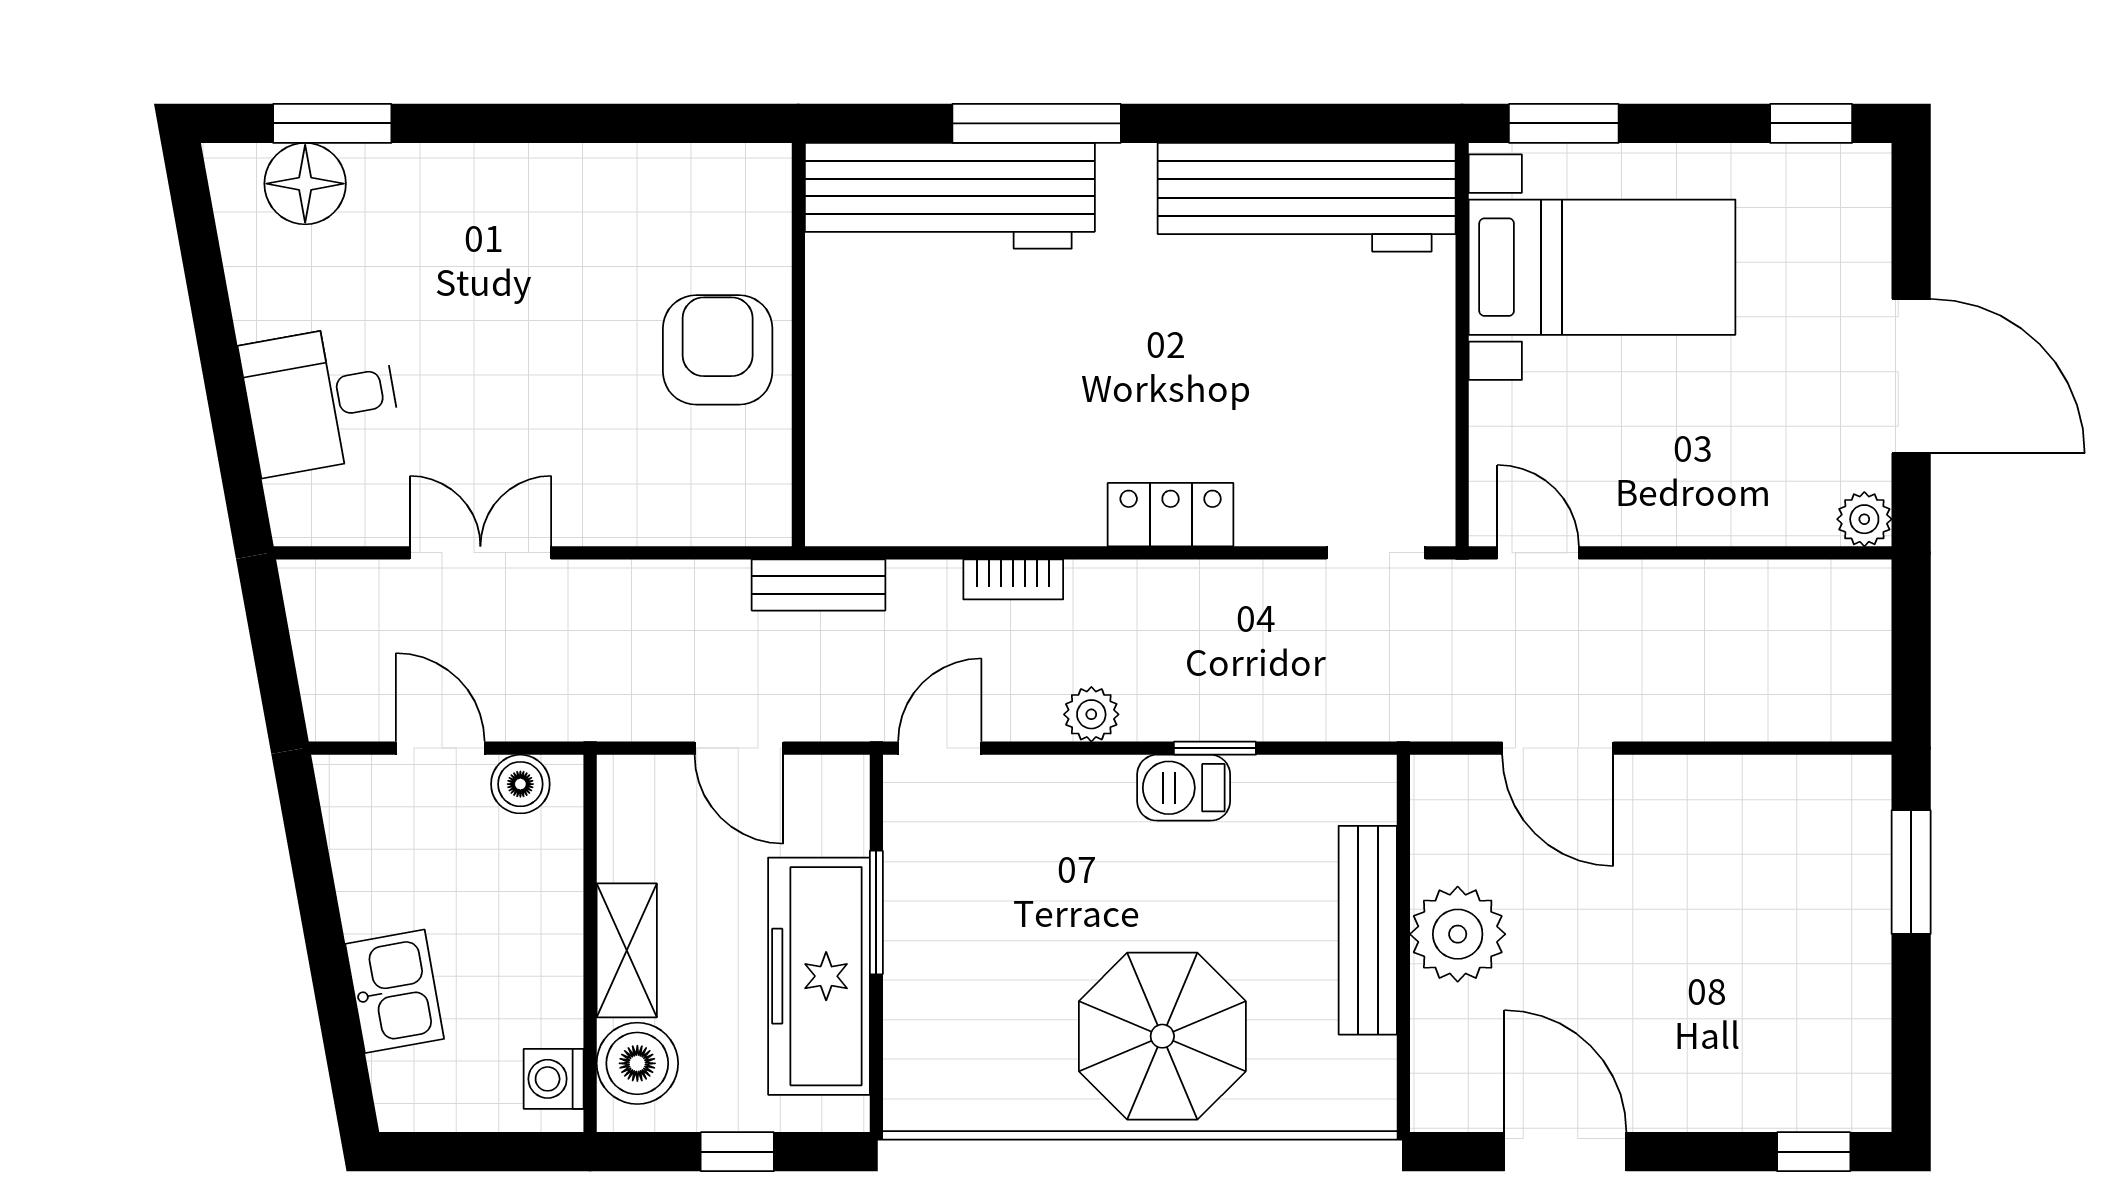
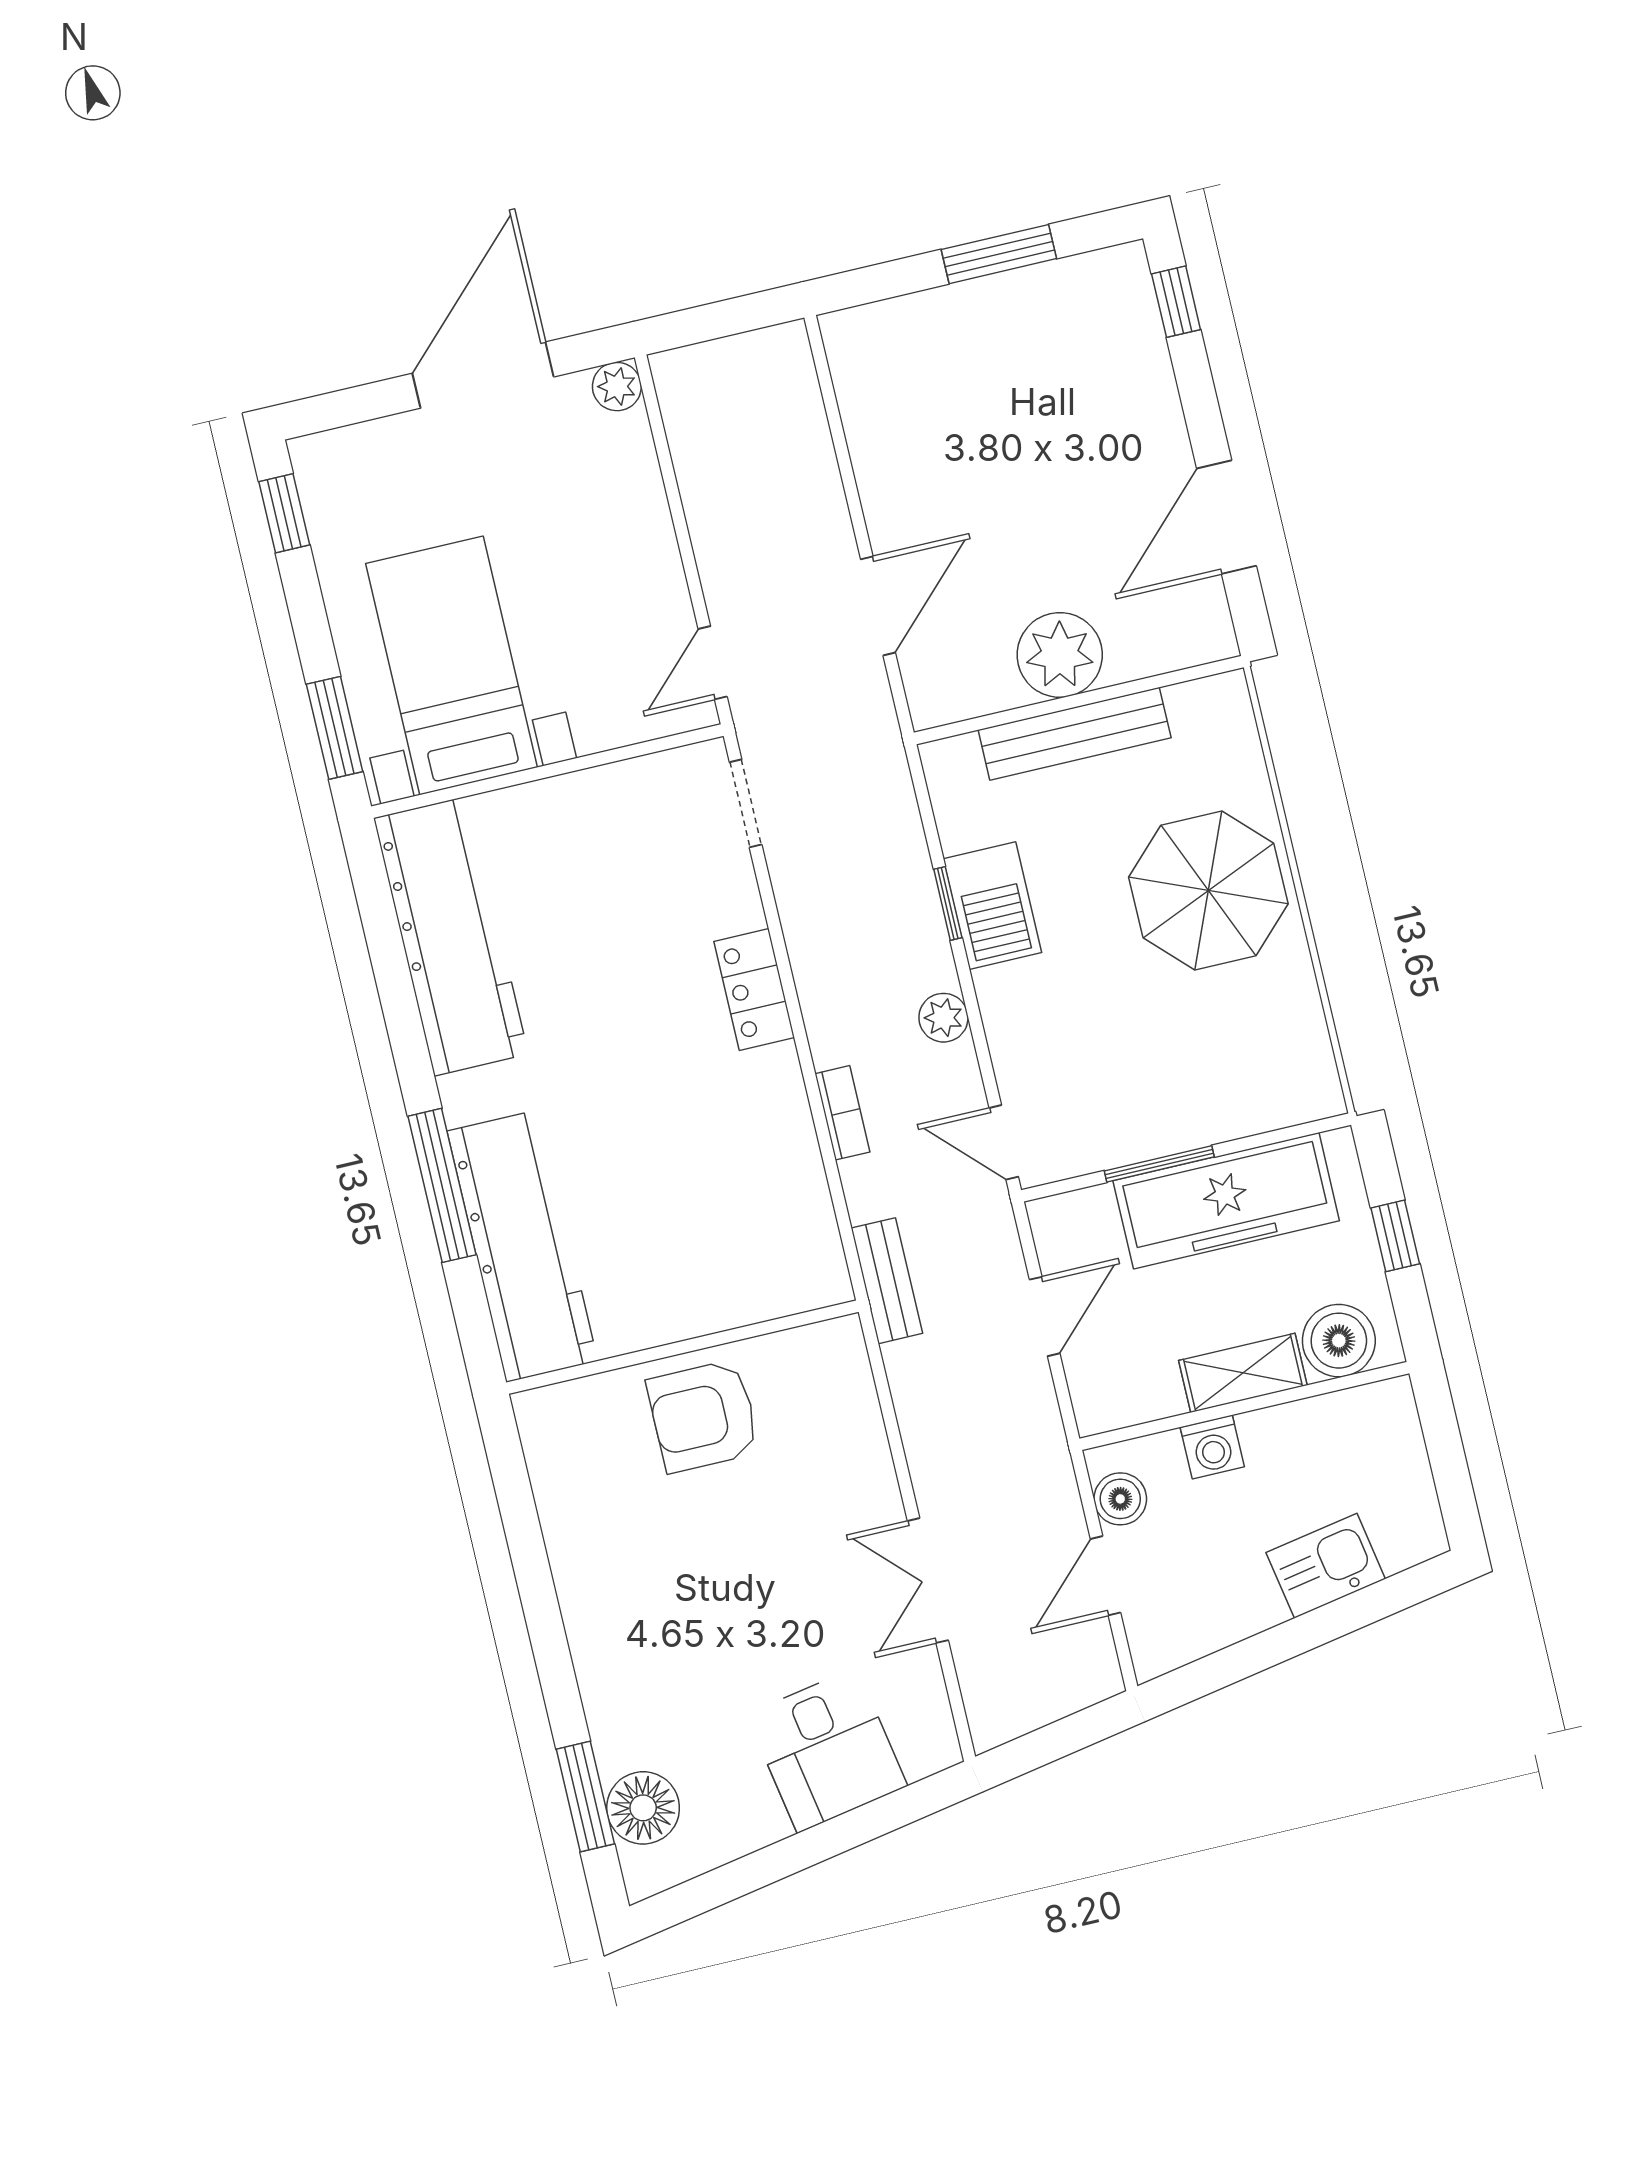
barbecue: (1184, 788) -> (992, 906), width x1.38, depth x1.27
window: (1911, 872) -> (999, 254), moved
washing machine: (554, 1079) -> (1212, 1447), moved

